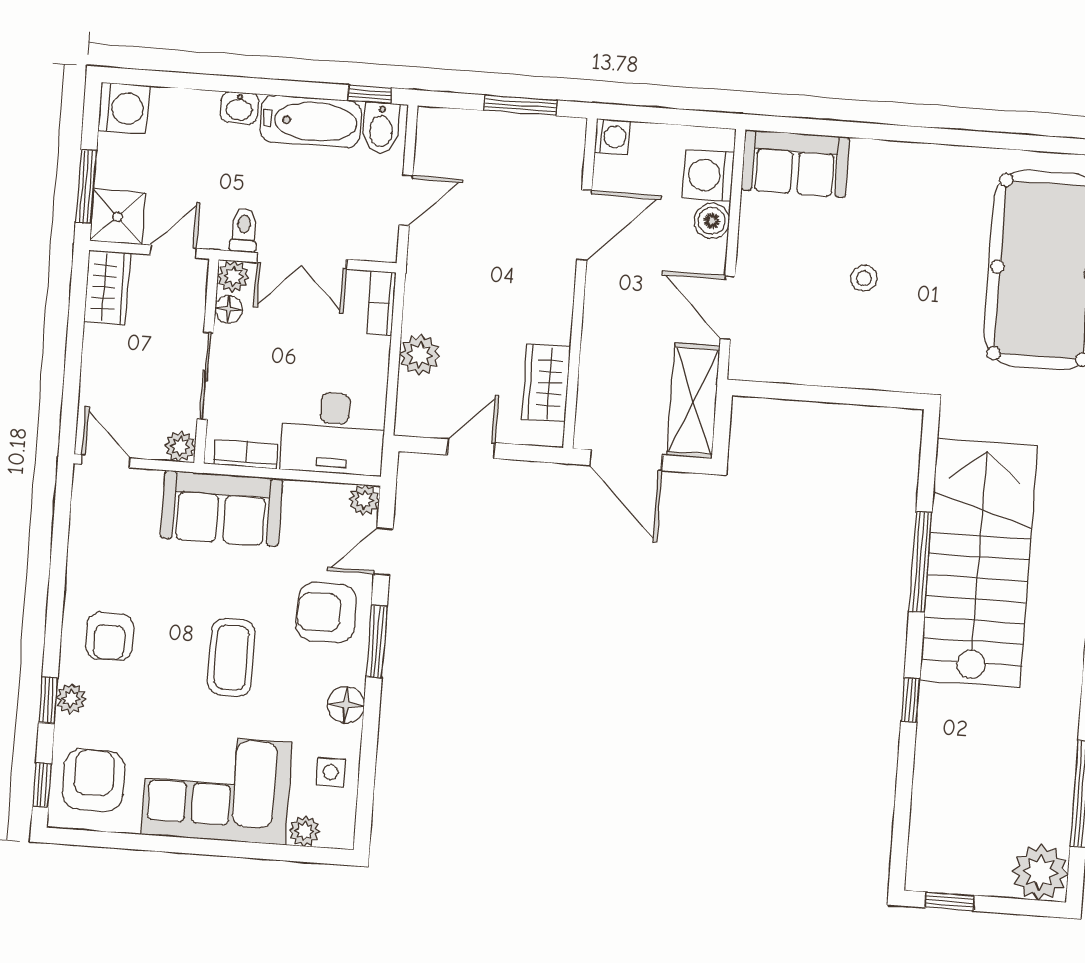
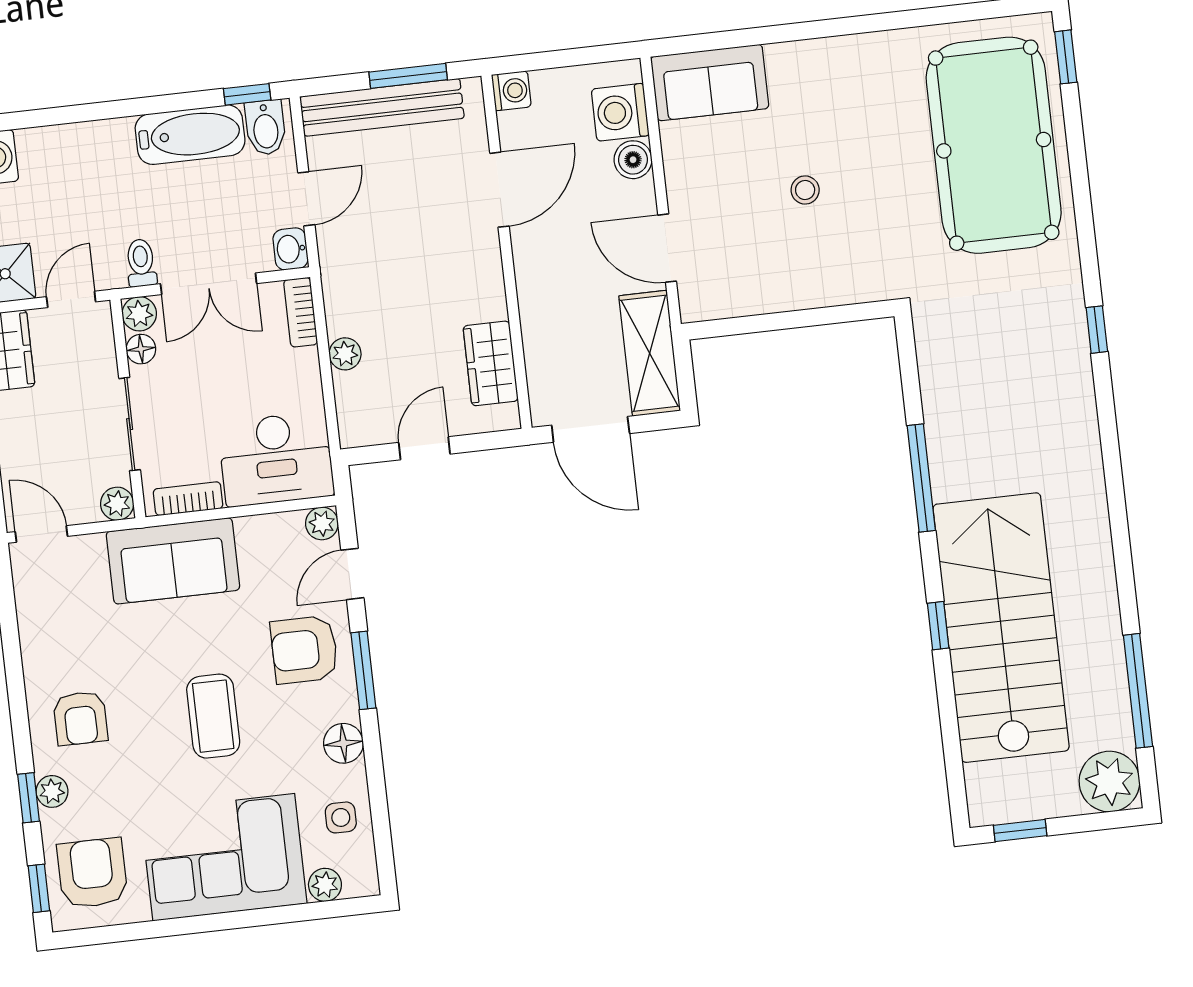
washbasin: (239, 108) -> (291, 249), moved, turned 90
bench: (491, 130) -> (382, 107), added
plant: (420, 355) -> (345, 354), width x0.73, depth x0.73
stairs: (979, 563) -> (1001, 628), moved

